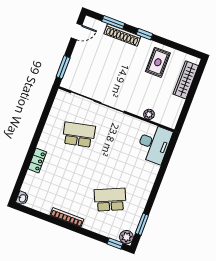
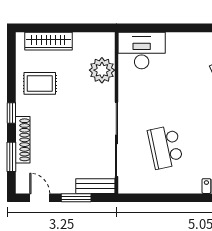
window: (63, 67) -> (76, 198), moved
bench: (70, 74) -> (95, 186), added
plant: (149, 114) -> (102, 70), width x1.87, depth x1.87

